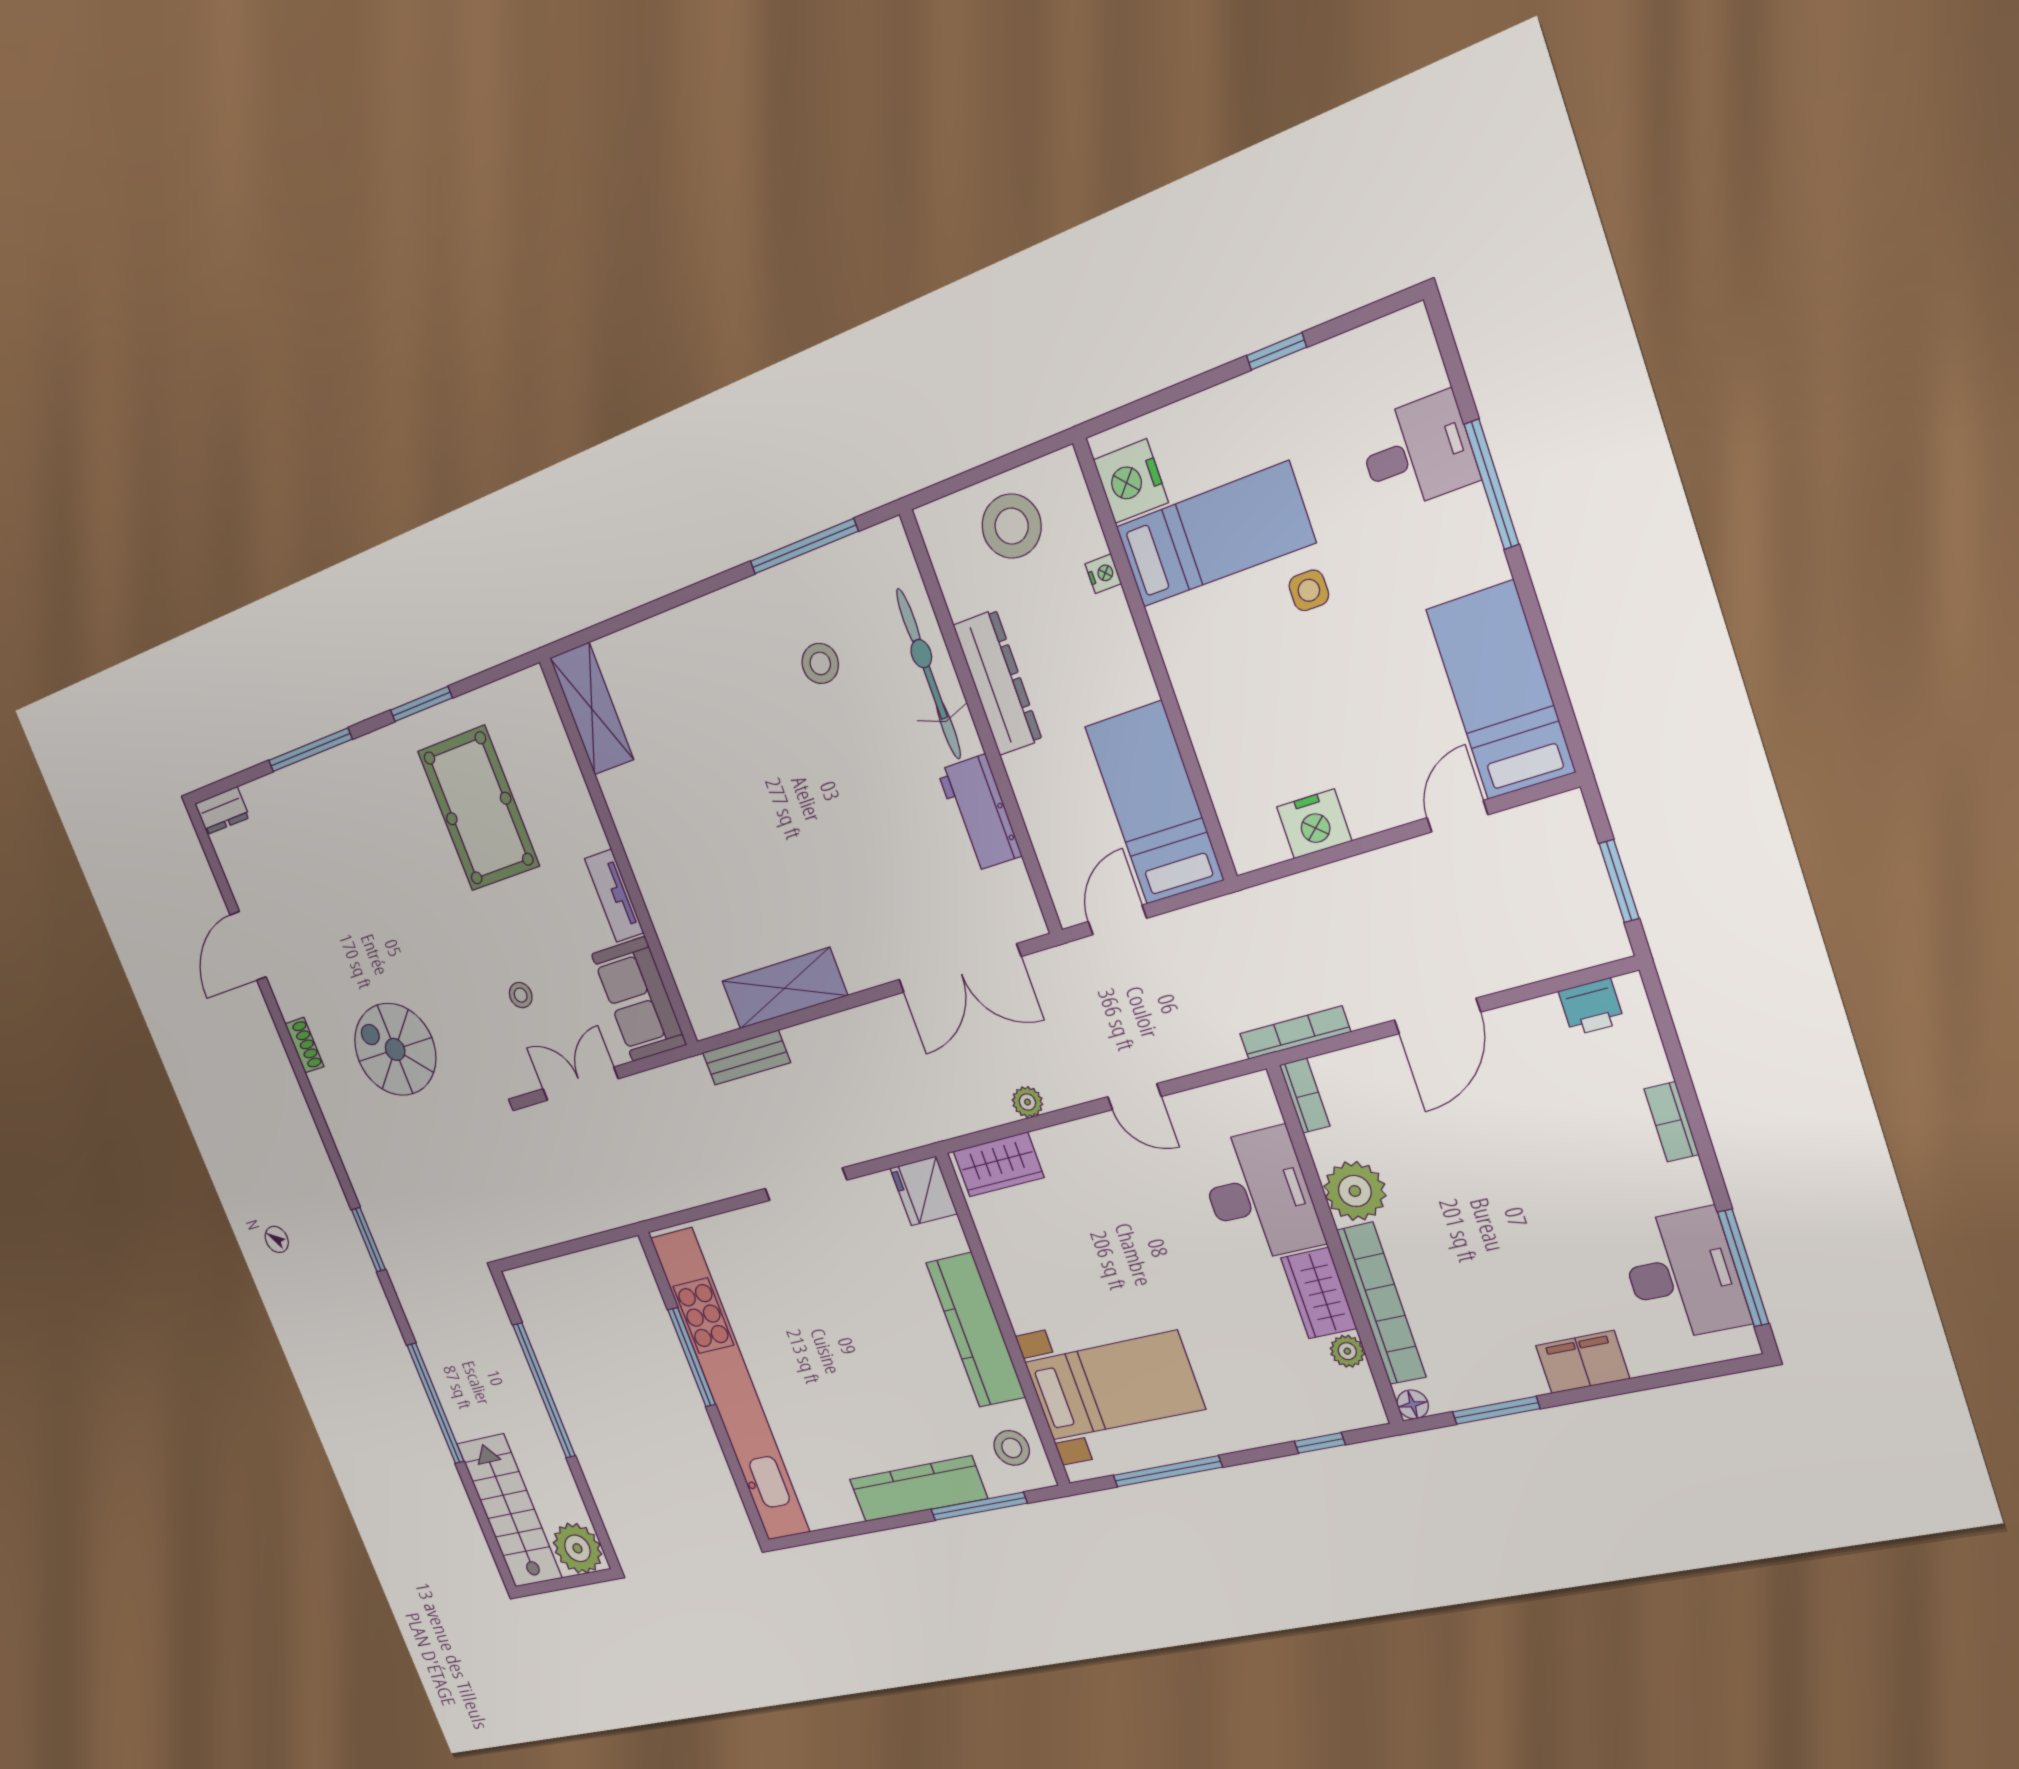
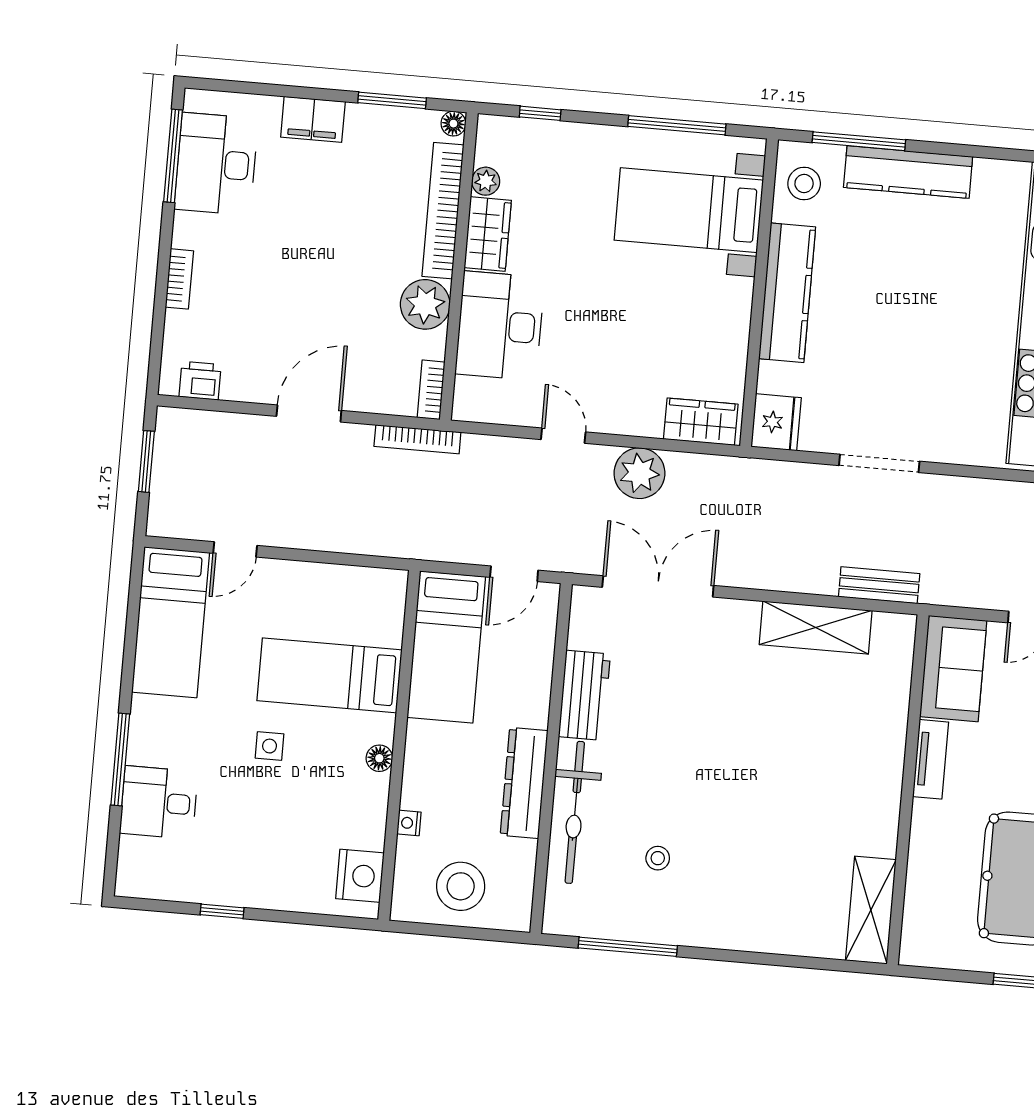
bed: (1215, 535) -> (329, 675), moved
floor lamp: (1172, 636) -> (379, 758), added
stool: (820, 663) -> (658, 858), width x0.73, depth x0.73
nightstand: (1314, 824) -> (337, 585), removed
plant: (1027, 1102) -> (639, 473), width x1.88, depth x1.88

